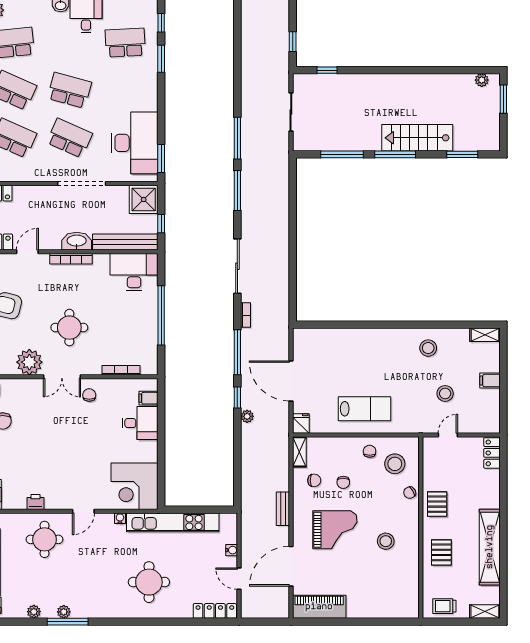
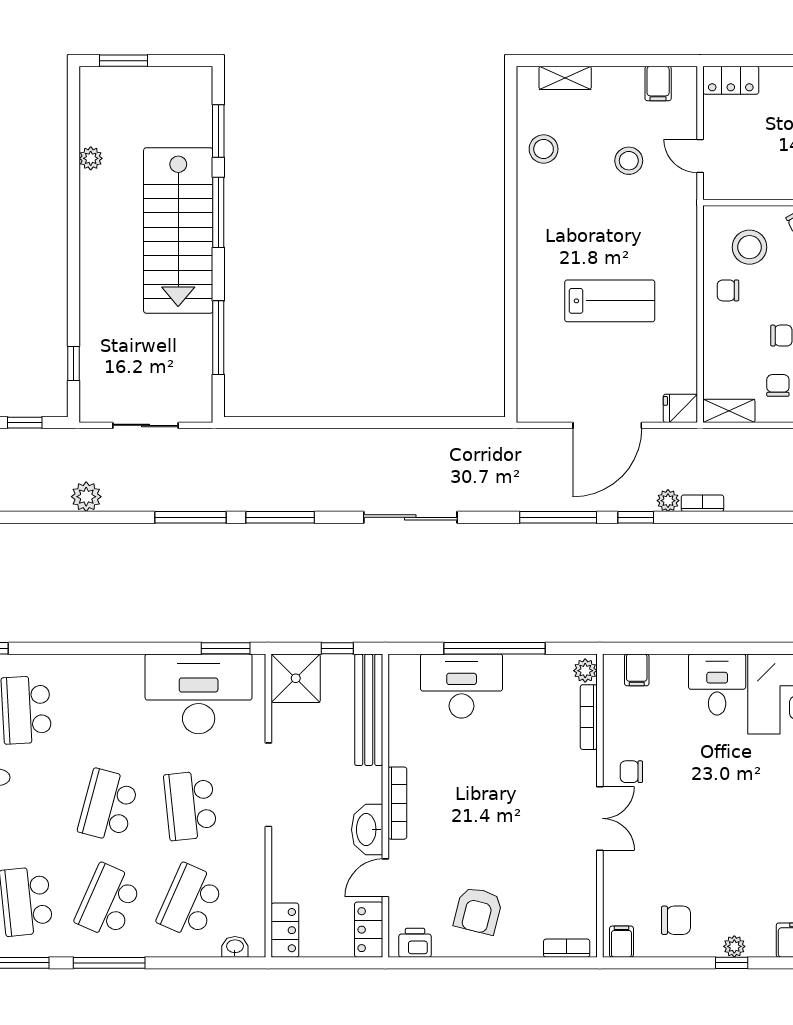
window: (161, 59) -> (54, 648), removed
plant: (249, 77) -> (86, 497), added
plant: (482, 80) -> (91, 158), moved
school desk: (69, 138) -> (190, 806), turned -30
stairs: (417, 138) -> (178, 231), width x1.36, depth x1.51
window: (395, 154) -> (218, 212), moved
washbasin: (77, 241) -> (367, 830), moved
door: (27, 252) -> (385, 878), hinge flipped
desk: (134, 272) -> (462, 686), moved, turned 90
bookcase: (246, 315) -> (702, 503), moved
round table: (69, 328) -> (516, 806), removed
shelving: (485, 335) -> (565, 78), moved, turned 90
stool: (428, 348) -> (544, 149), moved
plant: (29, 362) -> (585, 671), moved, width x0.53, depth x0.53
filing cabinet: (490, 381) -> (658, 84), moved
lab bench: (365, 409) -> (610, 301), moved, turned 90
desk: (140, 423) -> (717, 684), moved

